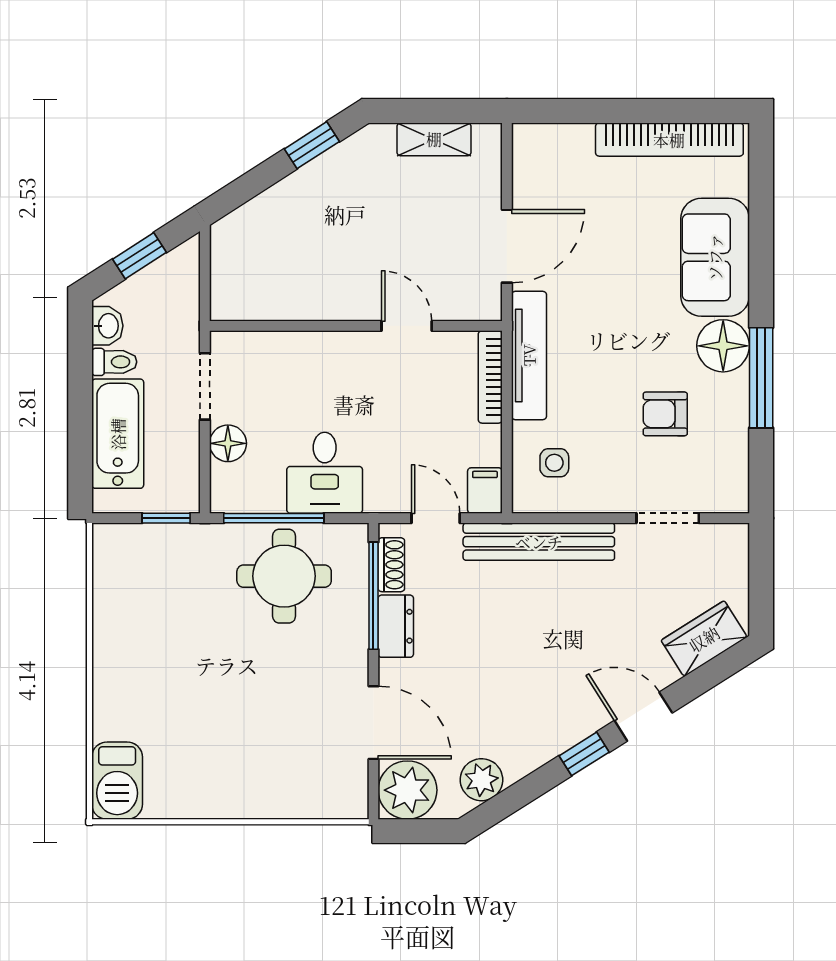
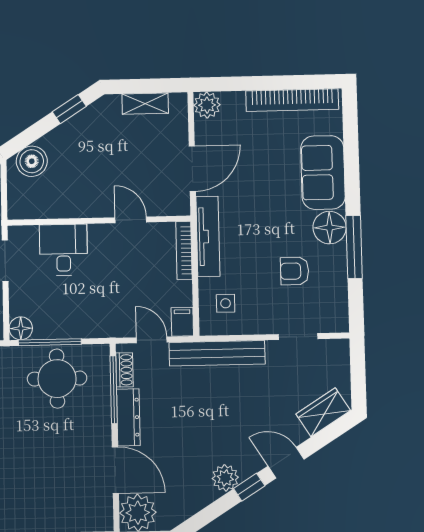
plant: (533, 144) -> (207, 105), added
boiler: (250, 228) -> (32, 161), added
floor lamp: (228, 443) -> (21, 328), moved
desk: (325, 473) -> (63, 250), moved, turned 180
dresser: (396, 626) -> (128, 417), width x1.44
plant: (481, 780) -> (225, 478), moved

